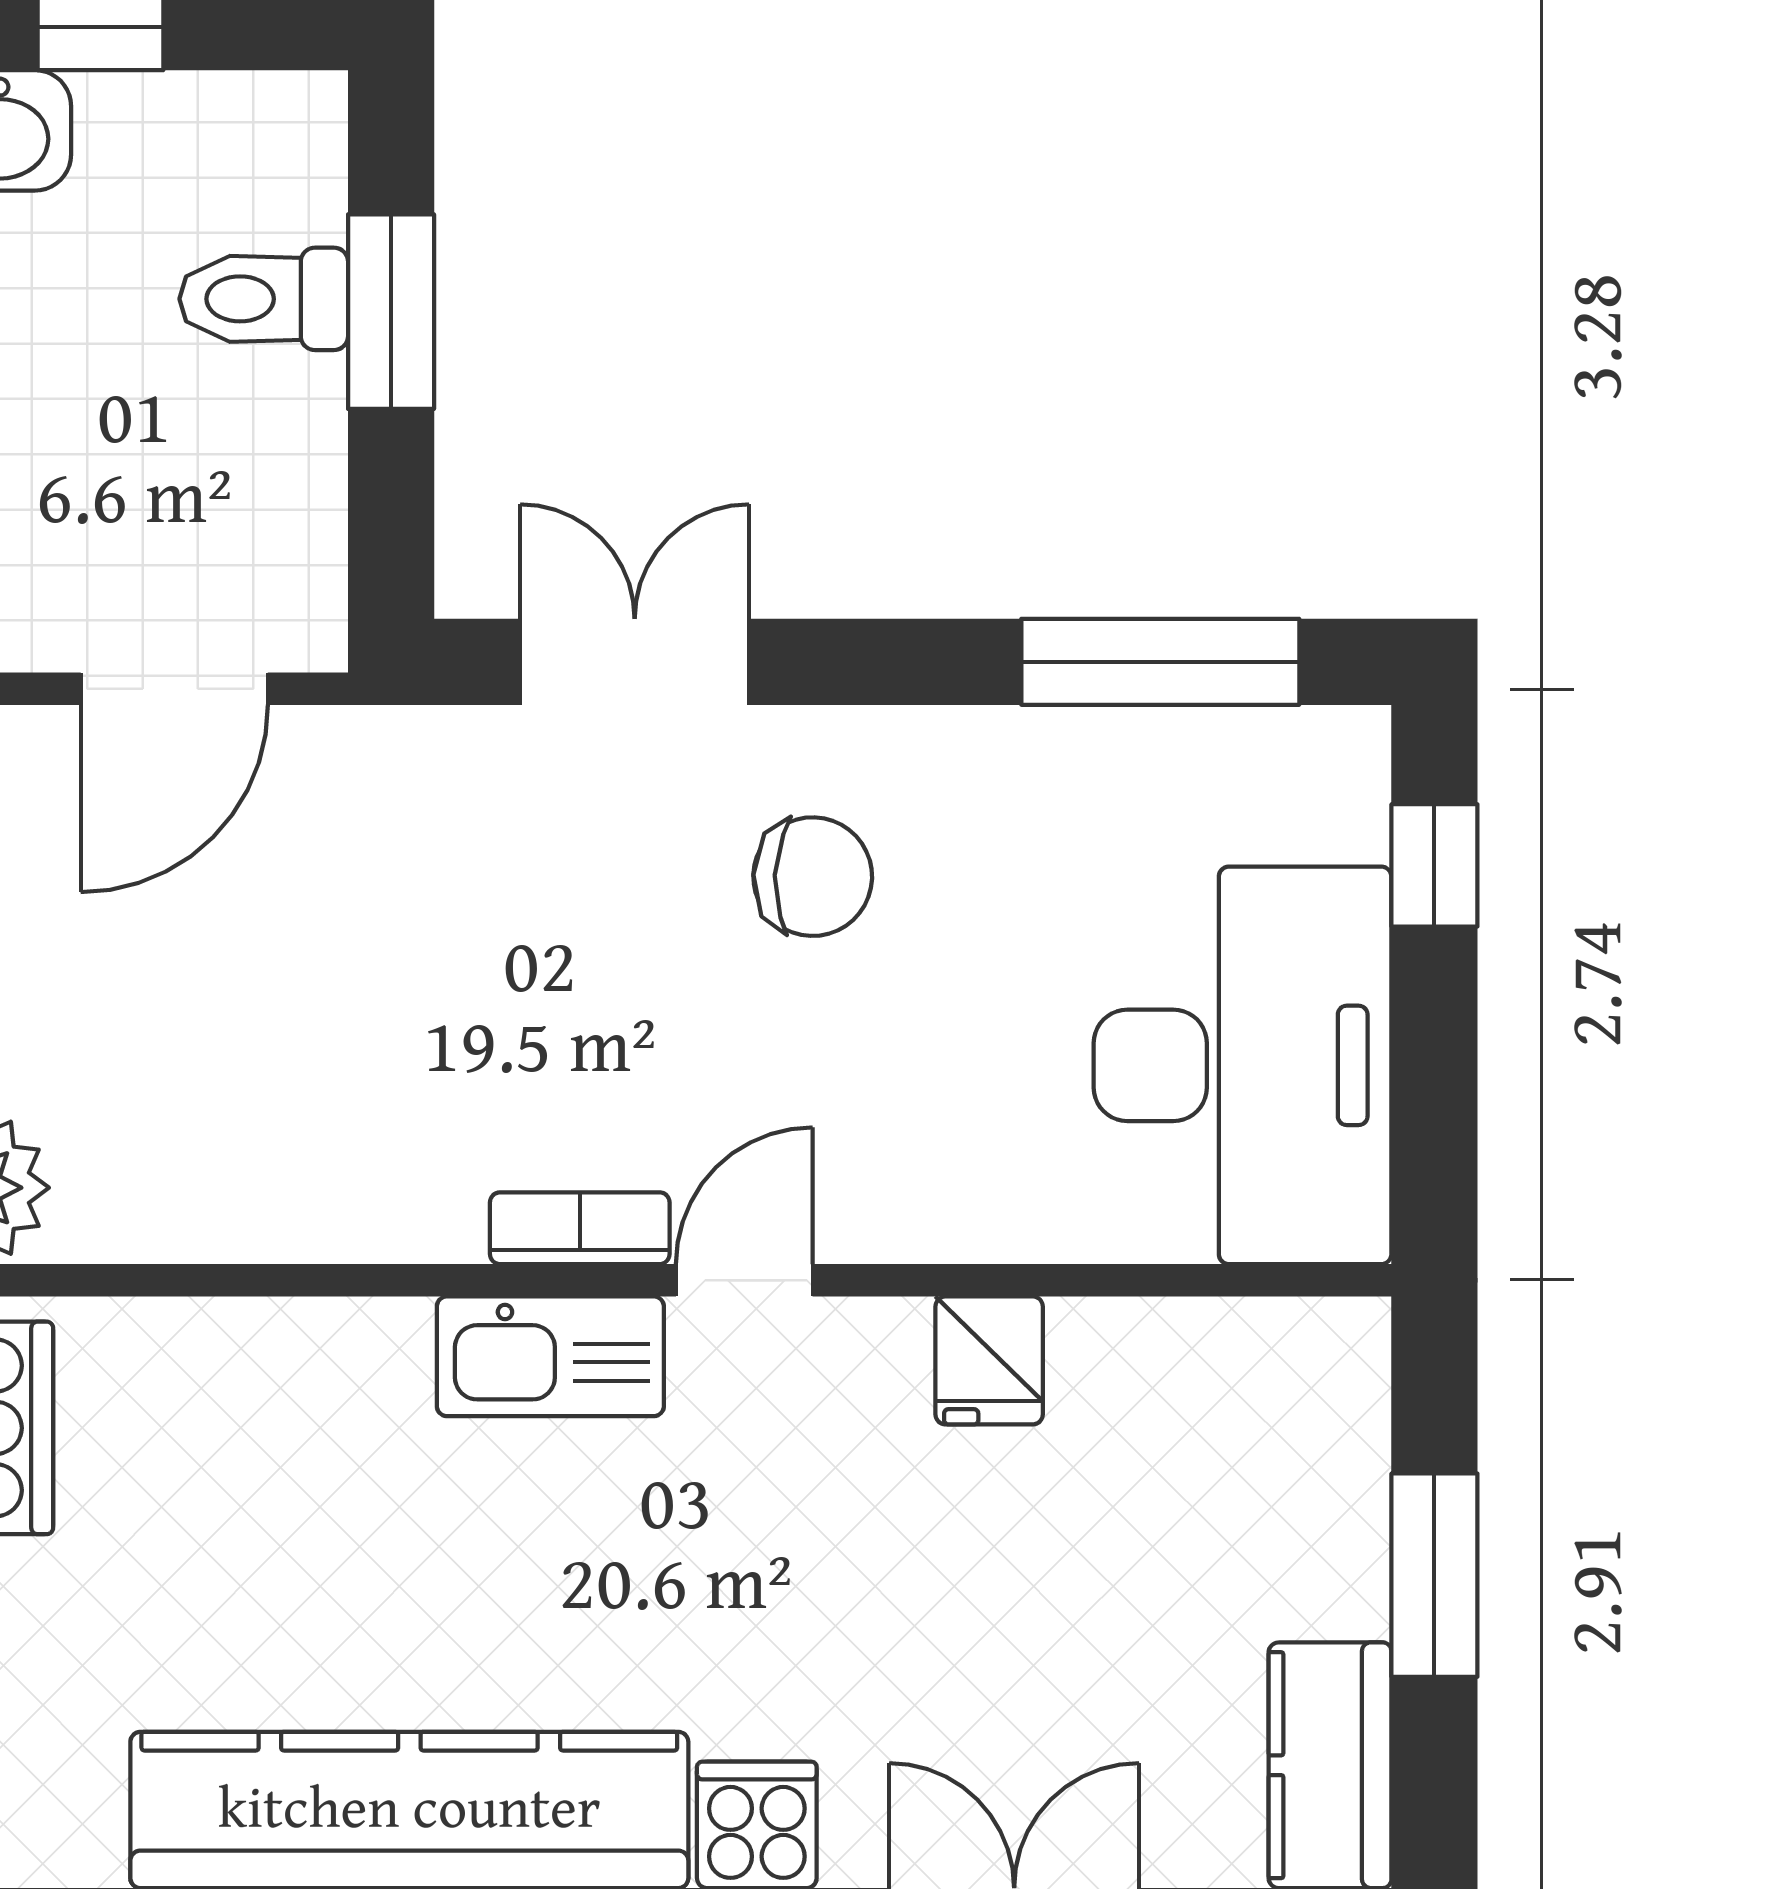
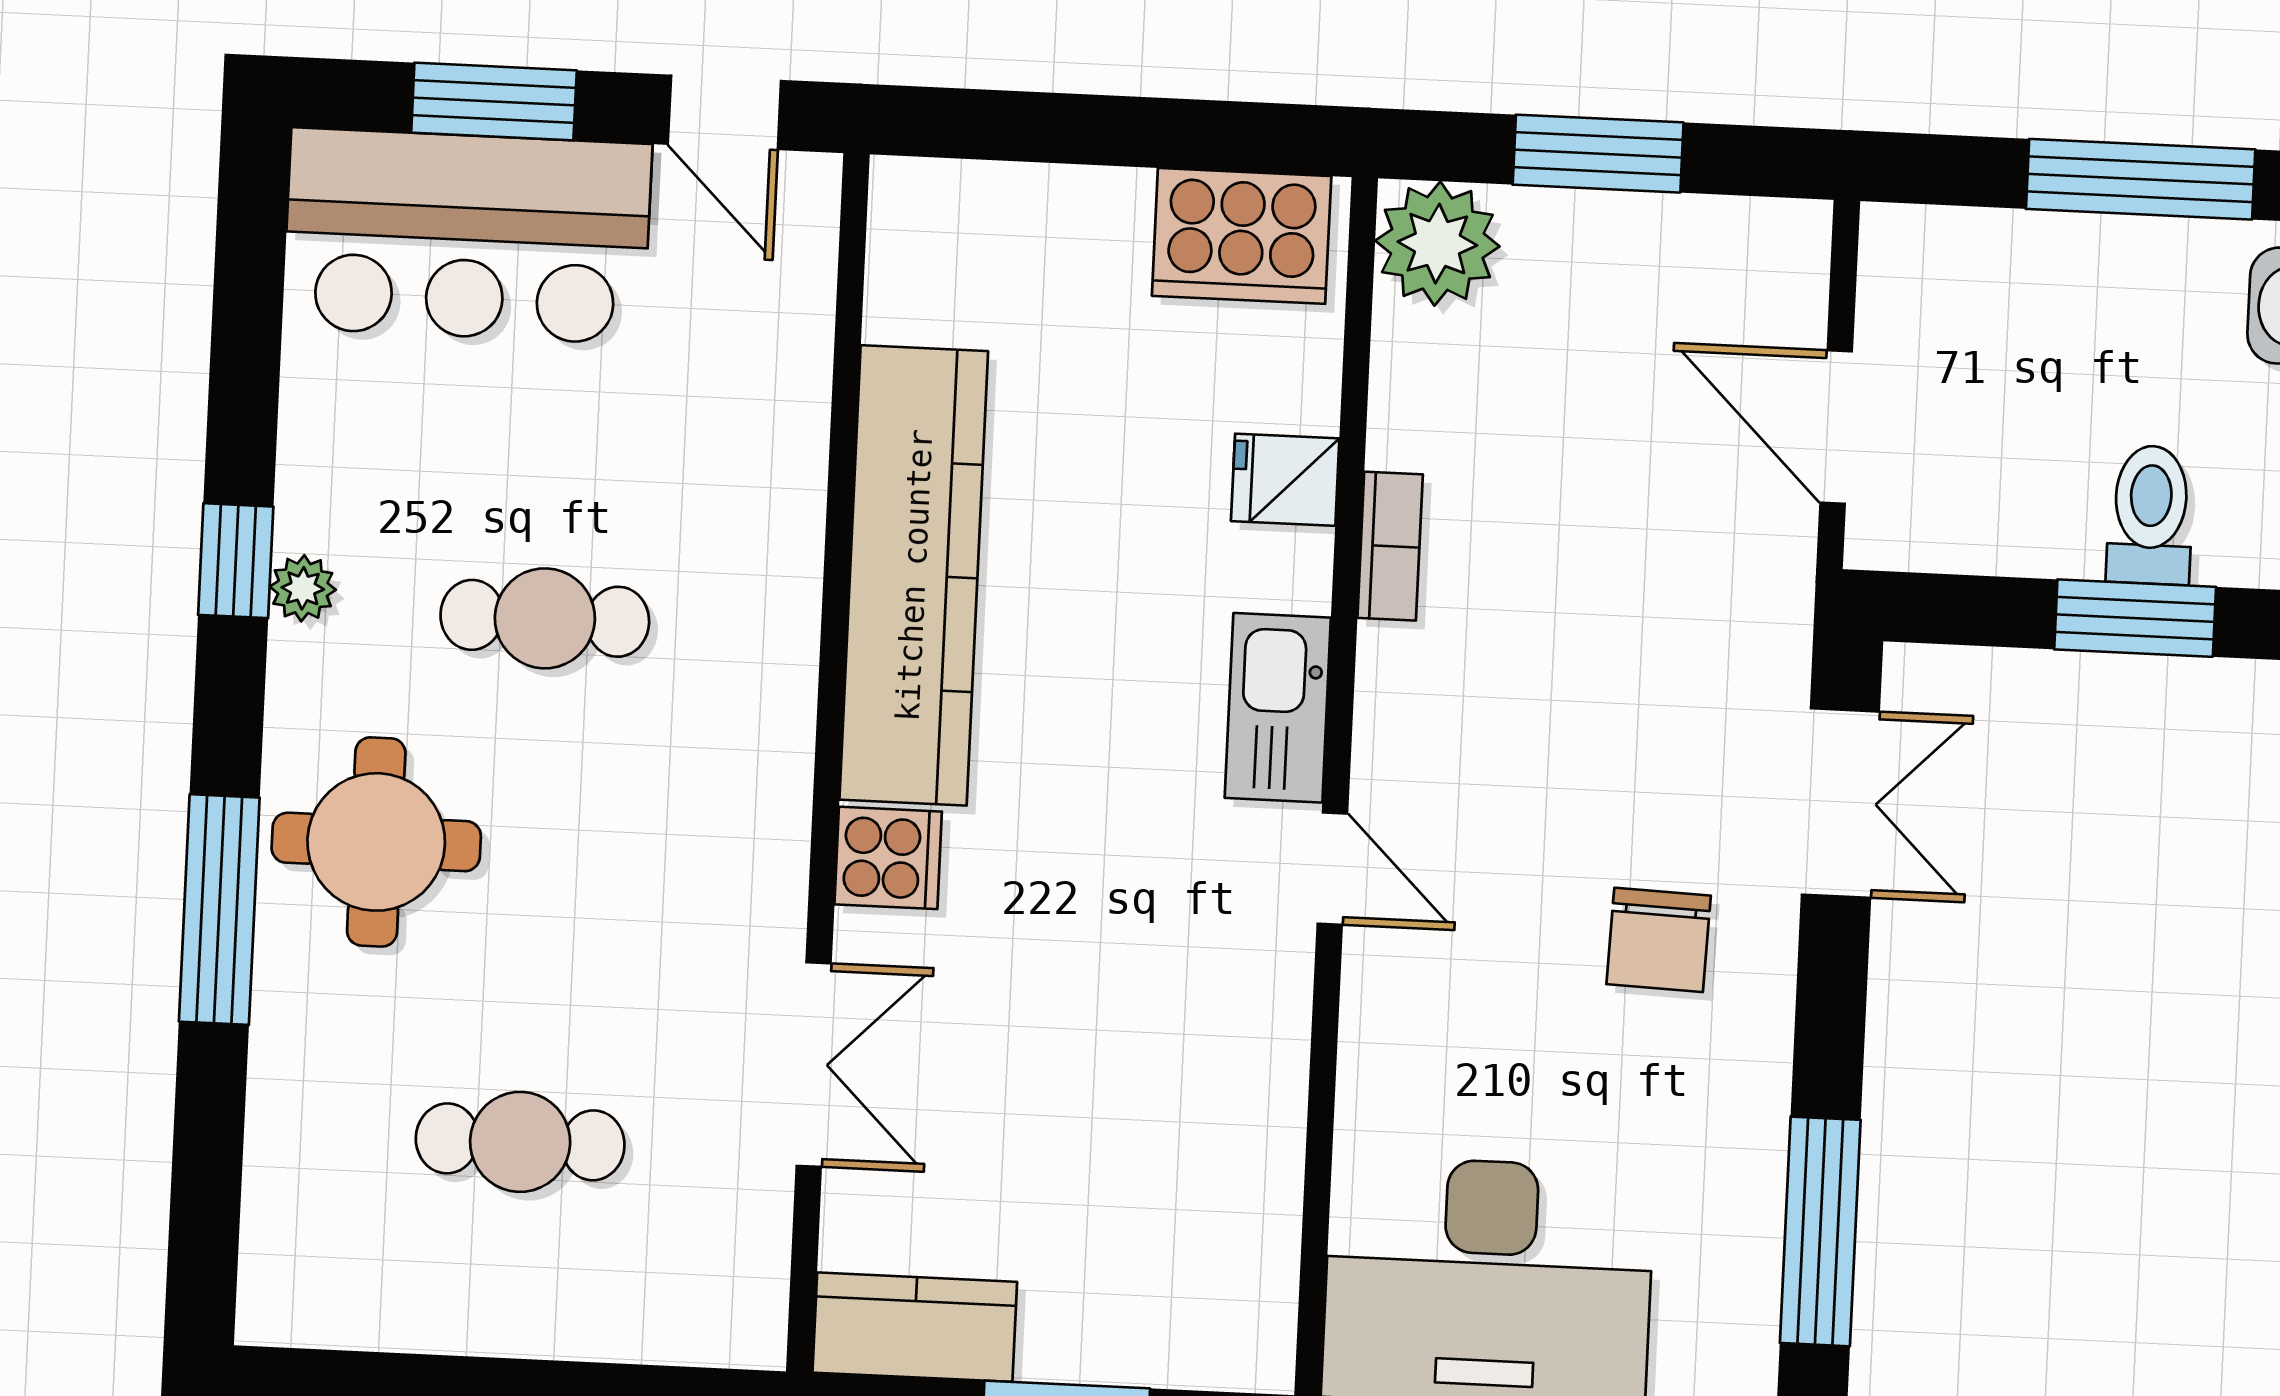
bookcase: (580, 1228) -> (1390, 546), moved
fridge: (989, 1360) -> (1285, 480), moved

